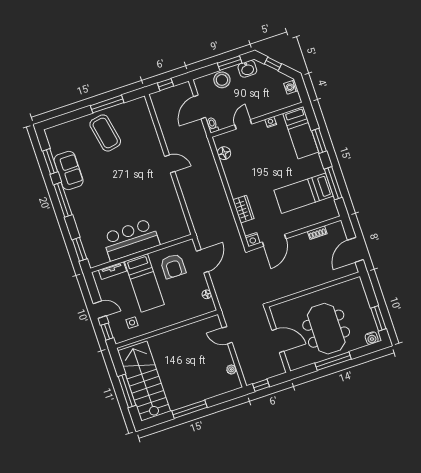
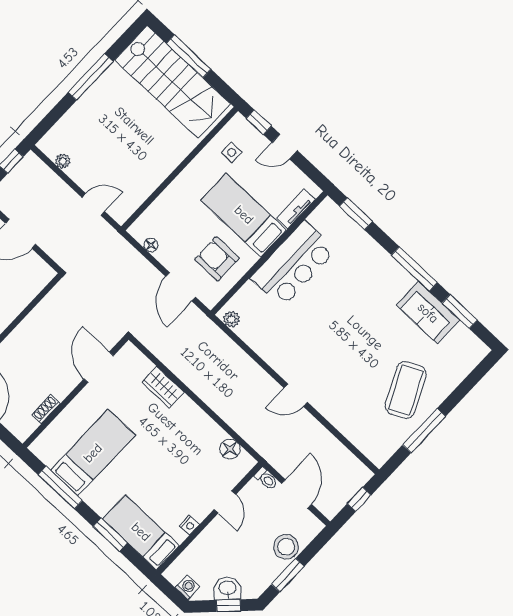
washbasin: (247, 69) -> (227, 588), moved, turned 45
coffee table: (105, 133) -> (406, 390), turned 75
plant: (183, 227) -> (232, 319), added
nightstand: (253, 240) -> (128, 352), removed

